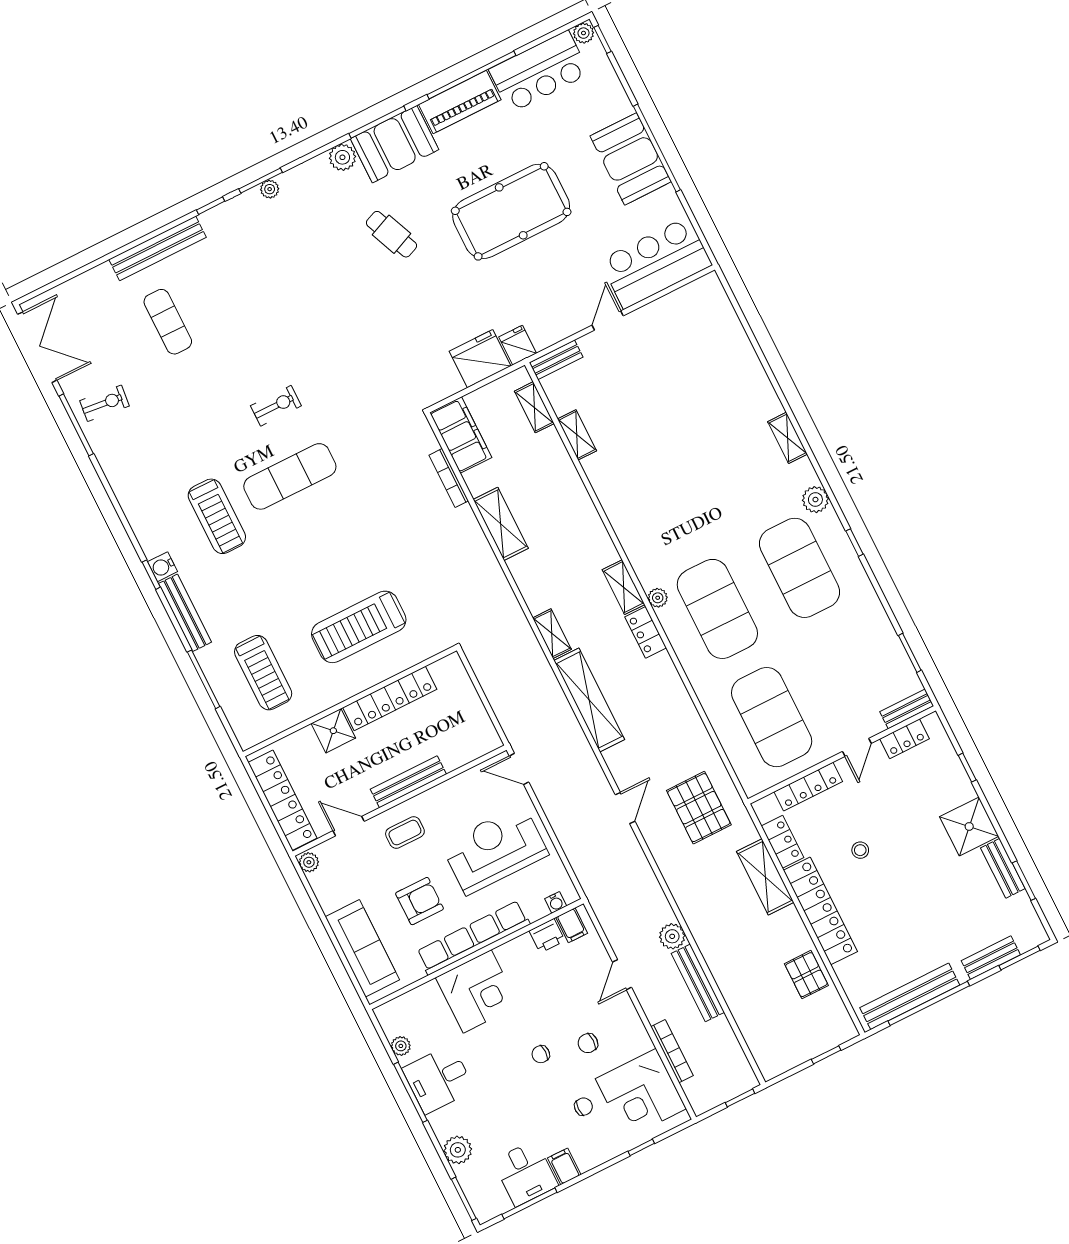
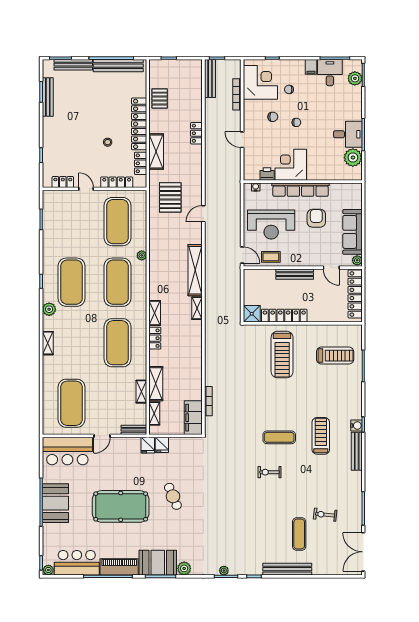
cafe table: (392, 234) -> (173, 496), moved
exercise mat: (691, 352) -> (71, 403), added
fridge: (480, 359) -> (162, 445), width x0.53, depth x0.75
exercise bike: (104, 403) -> (325, 515), moved
exercise mat: (290, 476) -> (279, 437), width x0.73, depth x0.69
exercise mat: (663, 501) -> (117, 343), added
shelving: (501, 524) -> (156, 384), moved
plant: (658, 598) -> (142, 255), moved
bench: (185, 613) -> (357, 451), moved
treadmill: (359, 627) -> (282, 355), turned 90
locker: (646, 632) -> (155, 338), moved
treadmill: (263, 673) -> (335, 356), turned 90
bench: (907, 709) -> (55, 195), removed
shower: (333, 731) -> (252, 314), moved
door: (857, 747) -> (86, 189), hinge flipped
shower: (969, 826) -> (54, 128), removed
coffee table: (405, 833) -> (271, 257), moved
bench: (1003, 868) -> (48, 97), width x1.36
armchair: (420, 901) -> (316, 218), turned 90
filing cabinet: (572, 925) -> (254, 173), removed
plant: (672, 936) -> (211, 146), removed
locker: (709, 946) -> (196, 133), added
sofa: (362, 948) -> (352, 232), moved
bench: (991, 958) -> (73, 65), width x1.36
door: (622, 975) -> (242, 140), swing flipped
bench: (698, 983) -> (210, 79), moved
corner desk: (477, 991) -> (291, 165), moved
plant: (401, 1046) -> (353, 158), width x1.88, depth x1.88
plant: (458, 1150) -> (355, 78), moved

